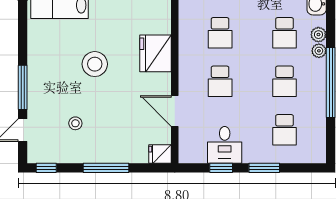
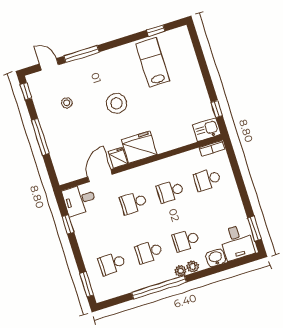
desk: (225, 145) -> (79, 200), moved
fridge: (160, 154) -> (118, 158), moved
window: (264, 168) -> (87, 284), moved

